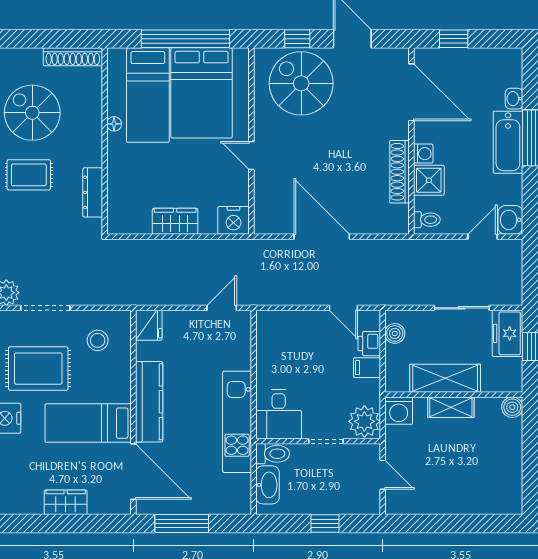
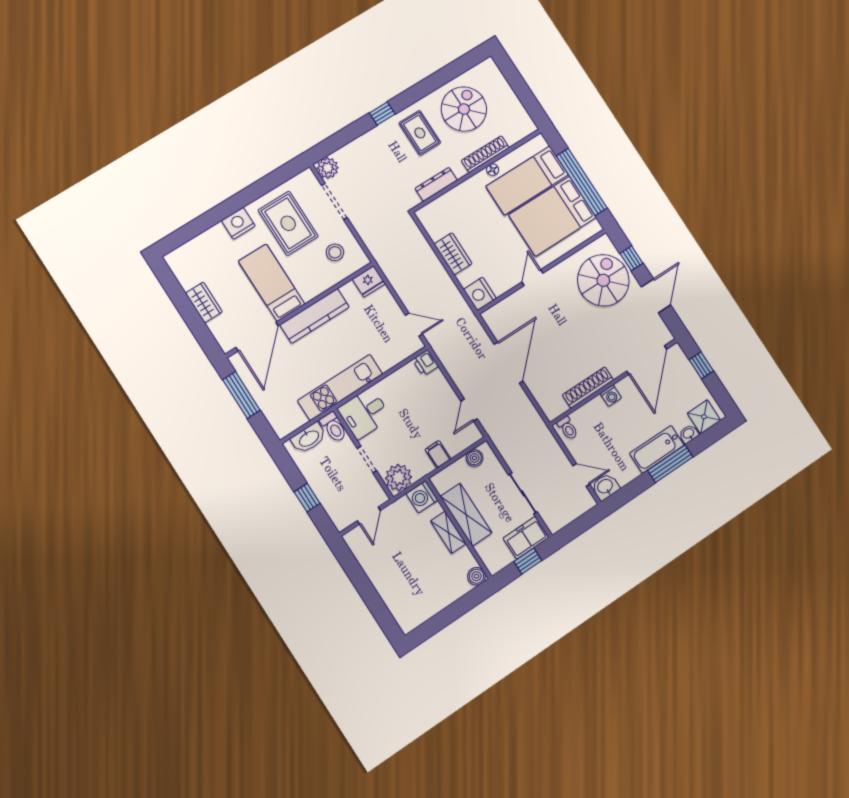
shoe rack: (73, 57) -> (485, 154), moved, turned 90
shower: (429, 180) -> (704, 417), moved
printer: (369, 344) -> (425, 363), moved, turned -90

